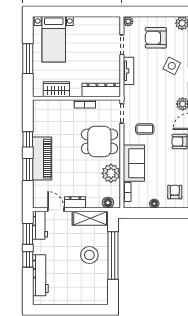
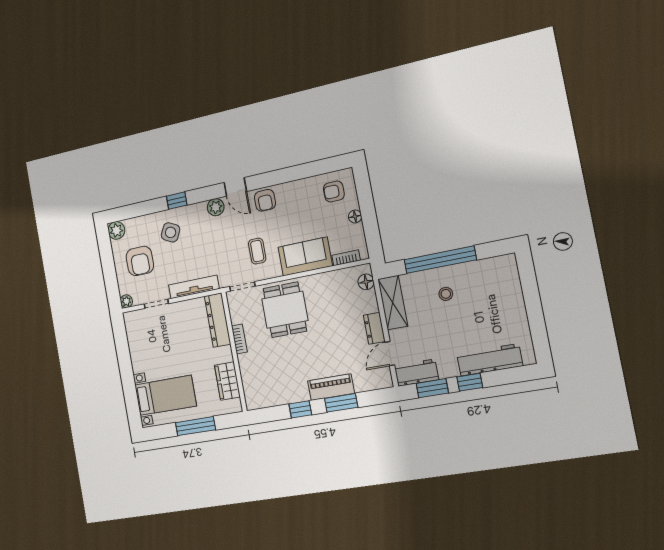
tv unit: (129, 71) -> (194, 287), width x1.41
piano: (42, 159) -> (331, 387), width x0.73, depth x0.75
plant: (111, 173) -> (325, 285), removed
stool: (89, 255) -> (446, 294), width x0.53, depth x0.53

